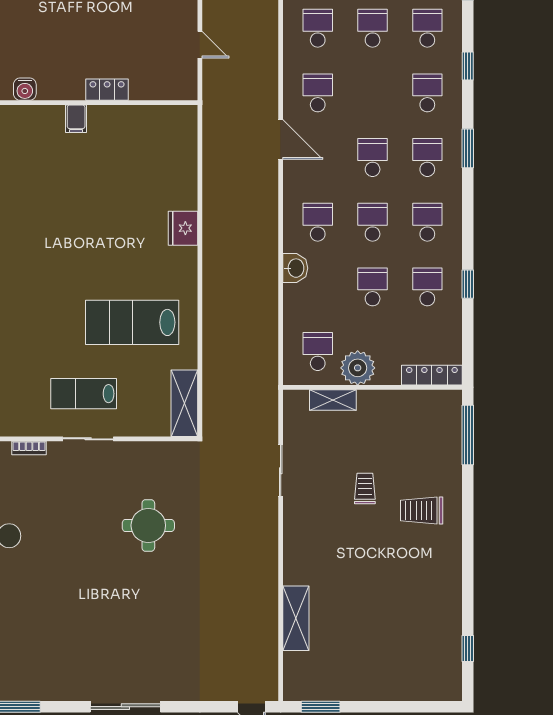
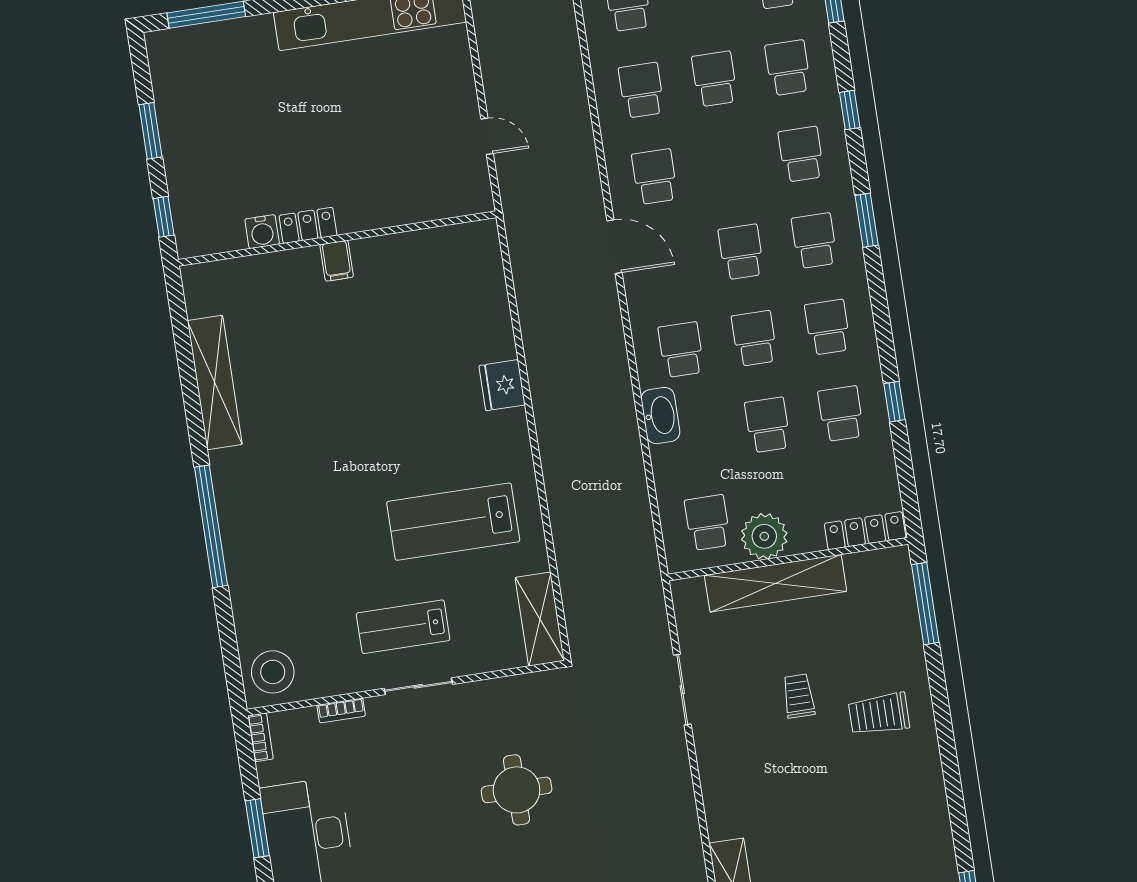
locker: (107, 90) -> (308, 225), moved
washbasin: (295, 268) -> (660, 416), width x1.38
shelving: (333, 400) -> (776, 583), width x2.20, depth x1.33

